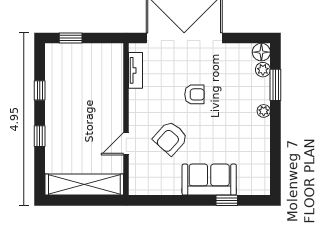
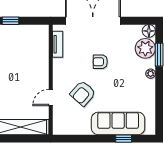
plant: (263, 70) -> (145, 48), width x1.88, depth x1.88
armchair: (194, 94) -> (100, 62), turned 180
sofa: (209, 180) -> (118, 123), width x1.36

